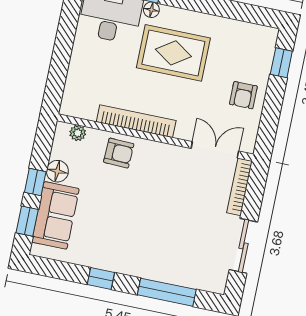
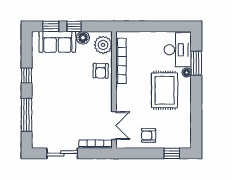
bookcase: (136, 121) -> (121, 61), moved
plant: (78, 133) -> (103, 45), width x1.88, depth x1.88

